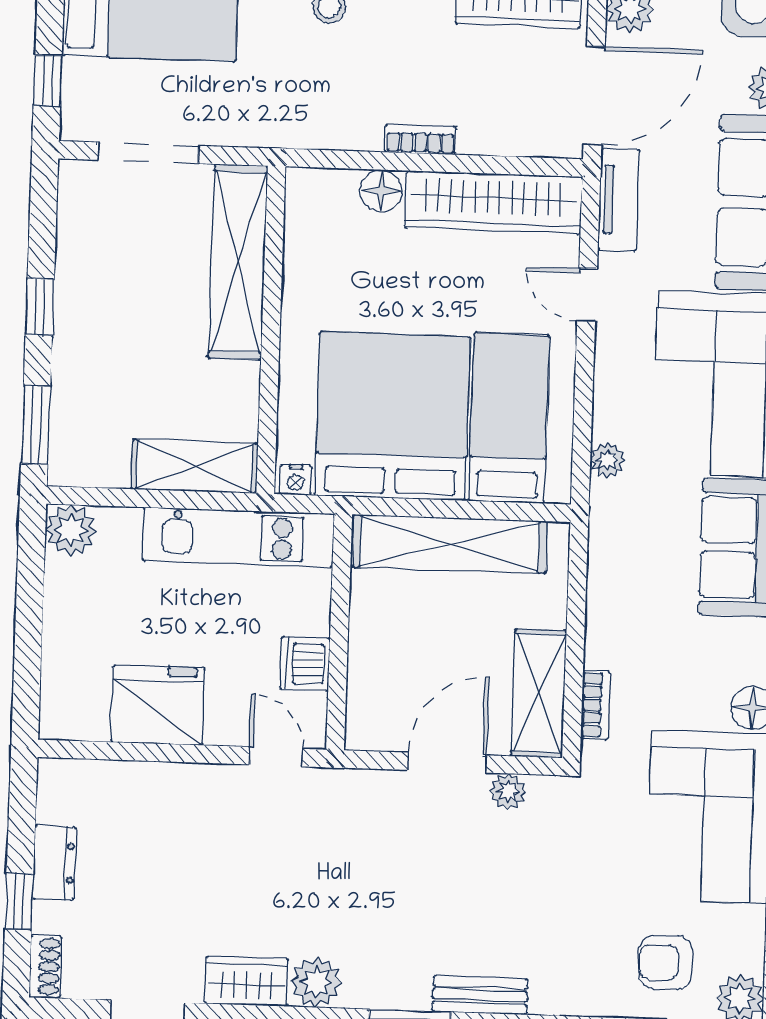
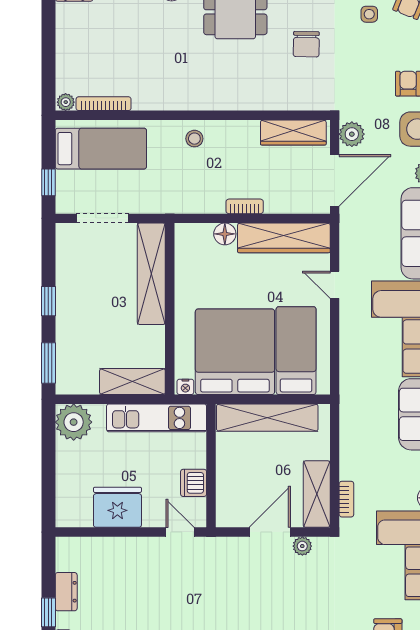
tv unit: (619, 200) -> (349, 234), removed
plant: (607, 460) -> (348, 371), removed
plant: (71, 530) -> (74, 422), width x1.36, depth x1.36

